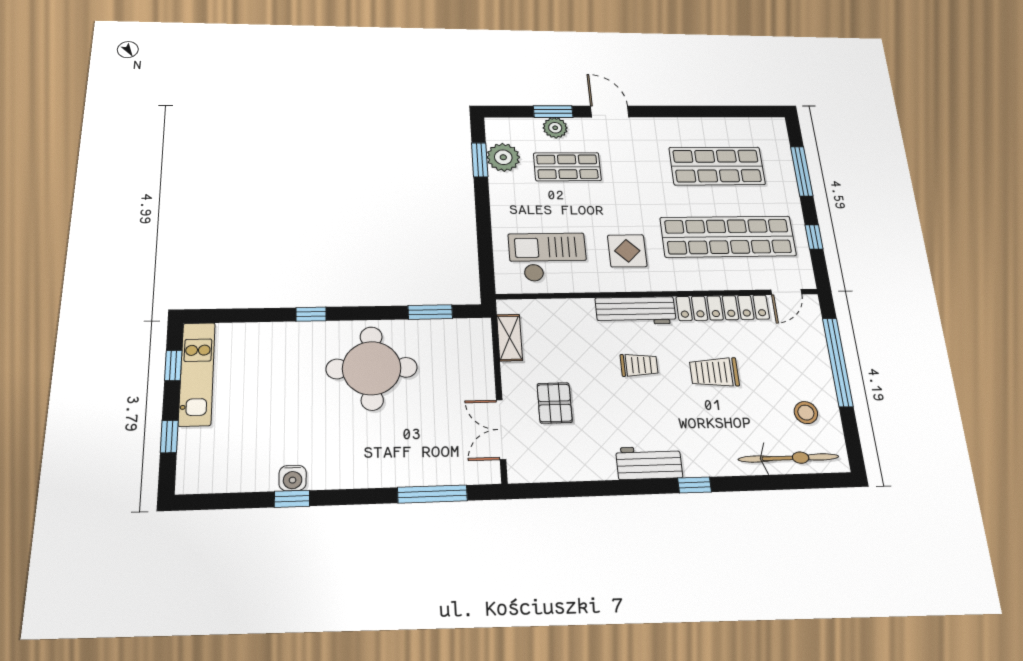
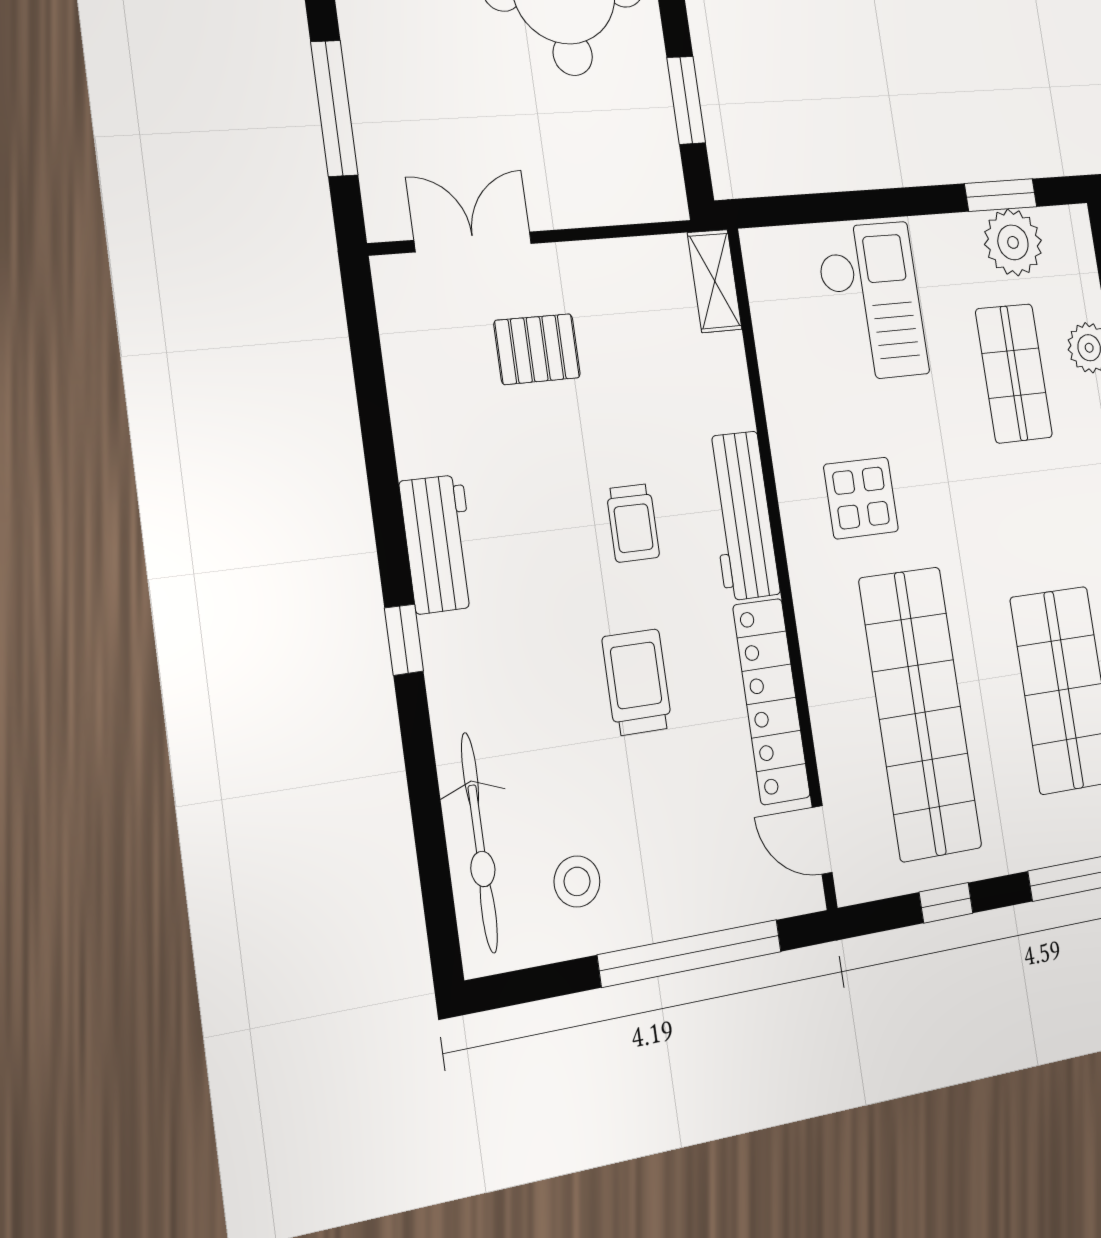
checkout: (548, 257) -> (872, 301), moved
shelving: (510, 338) -> (715, 281), moved, turned 90

